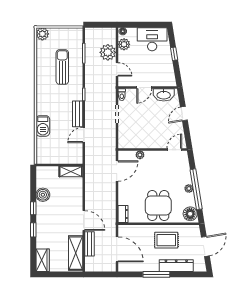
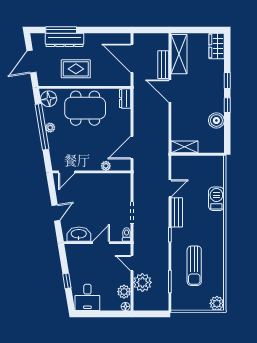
desk: (152, 39) -> (87, 297), width x0.73
dining table: (158, 206) -> (85, 108), width x1.38
window: (156, 274) -> (61, 30), moved

